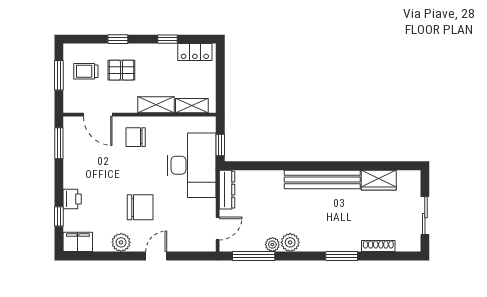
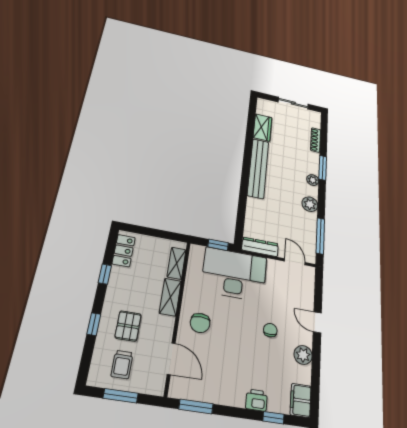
door: (98, 115) -> (171, 359), hinge flipped
chair: (140, 207) -> (270, 330), width x0.54, depth x0.54
plant: (272, 245) -> (313, 180), moved

